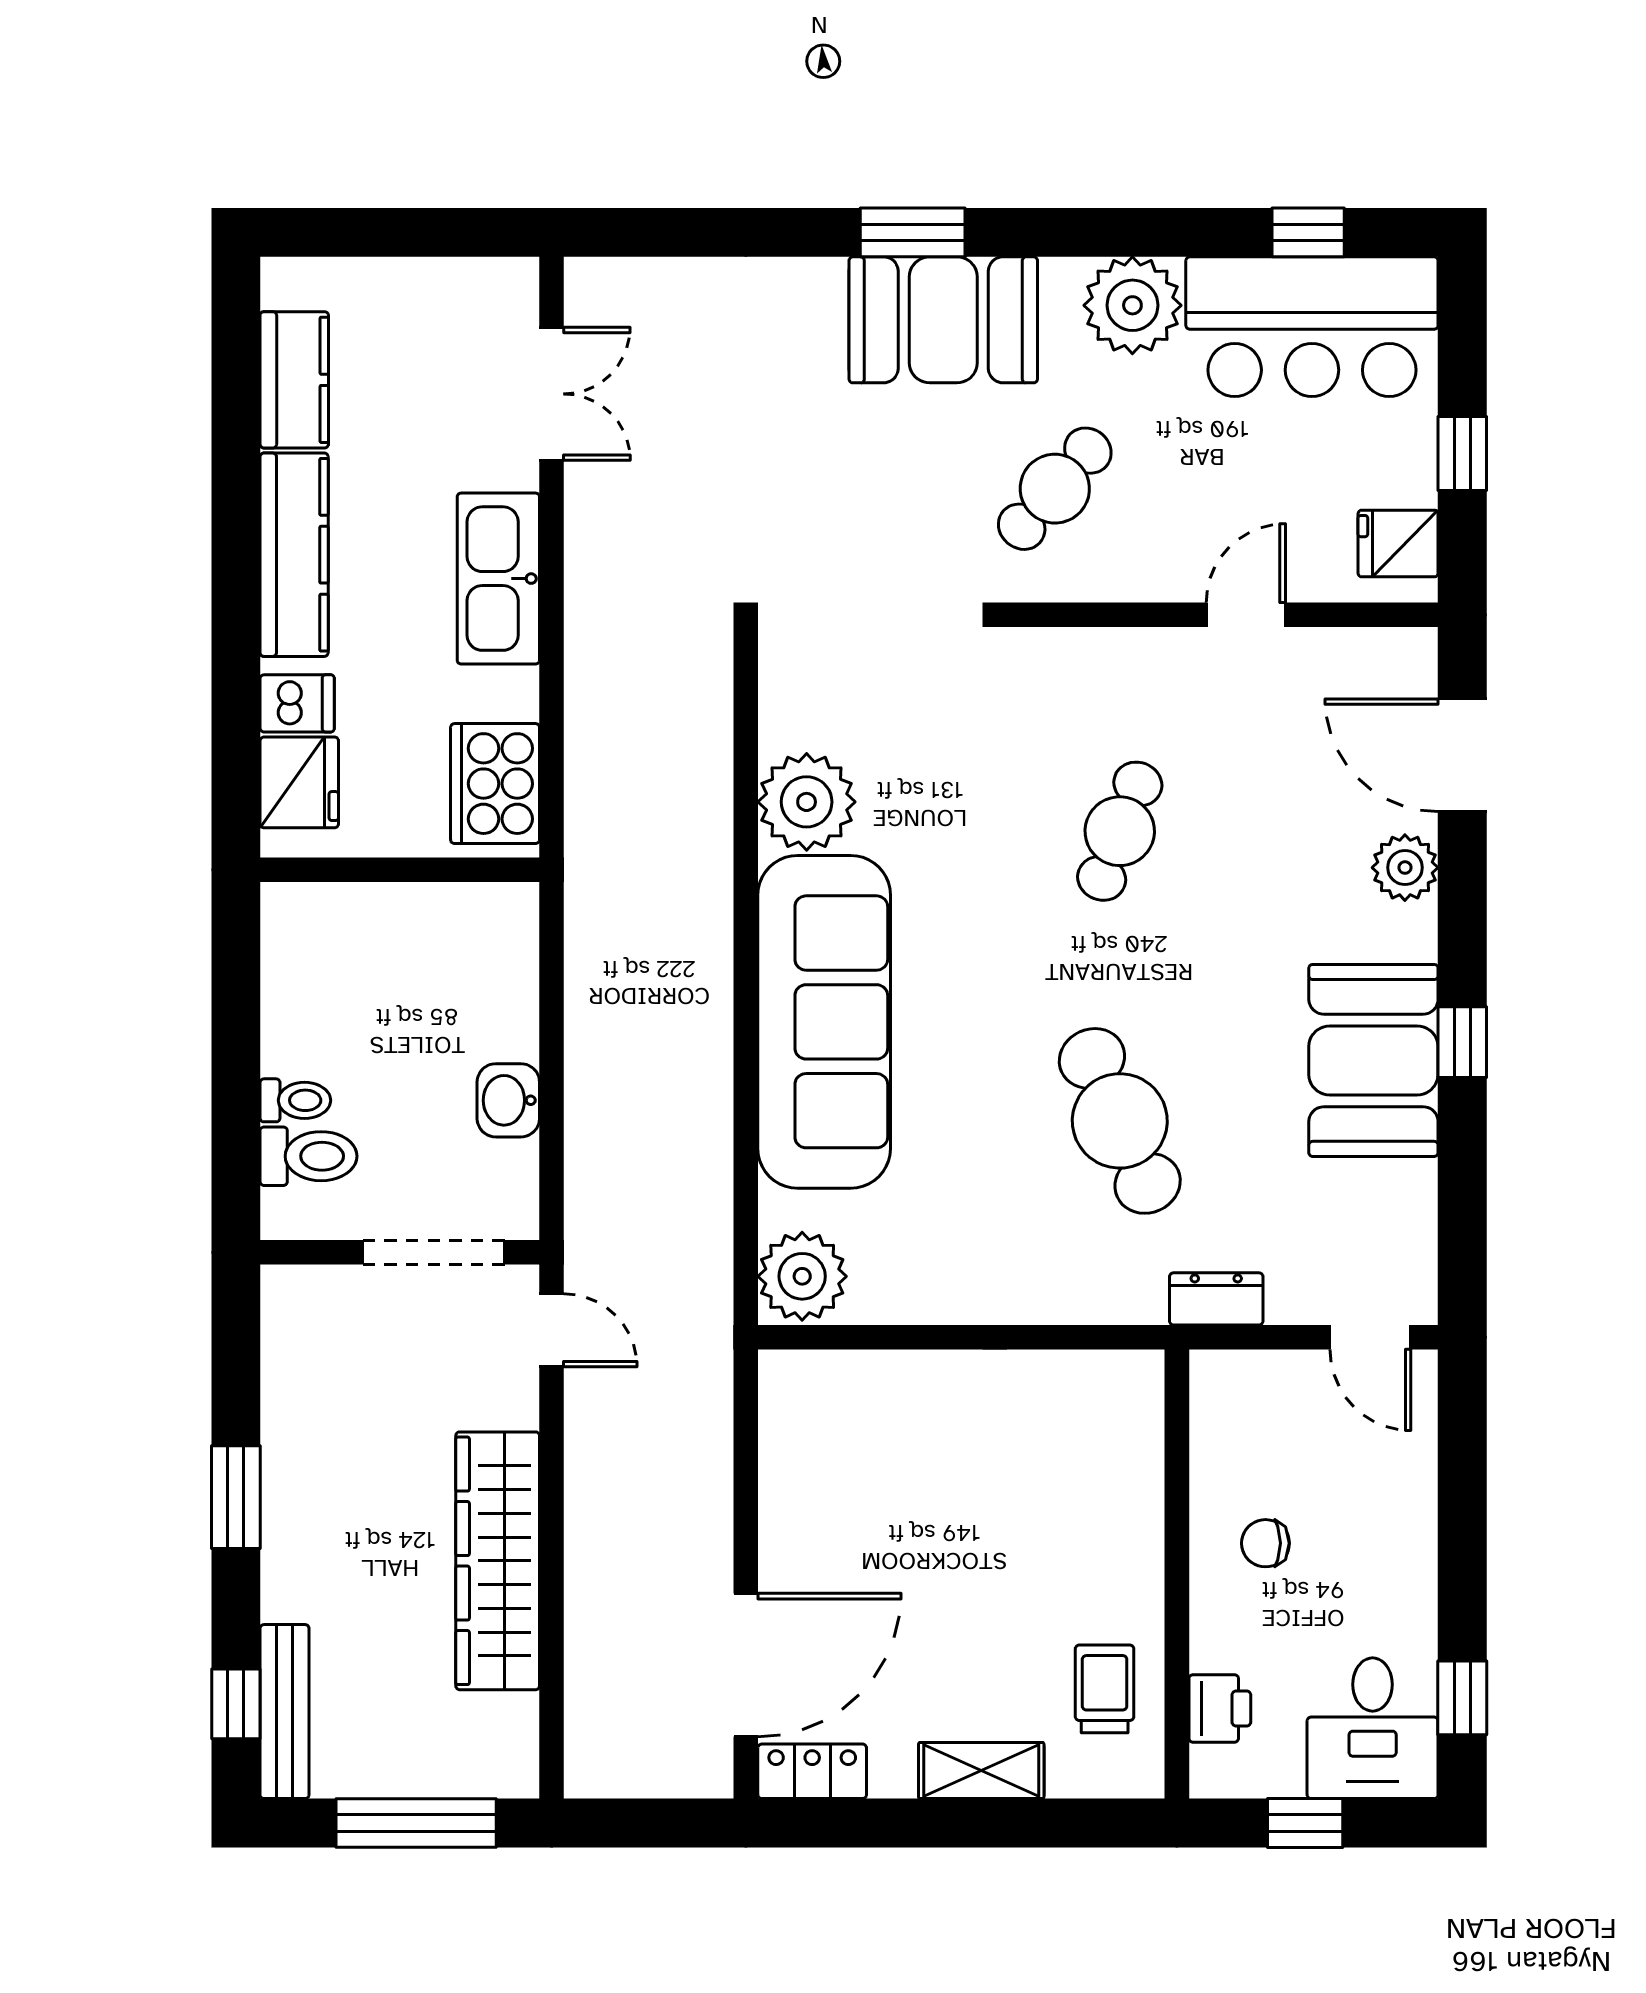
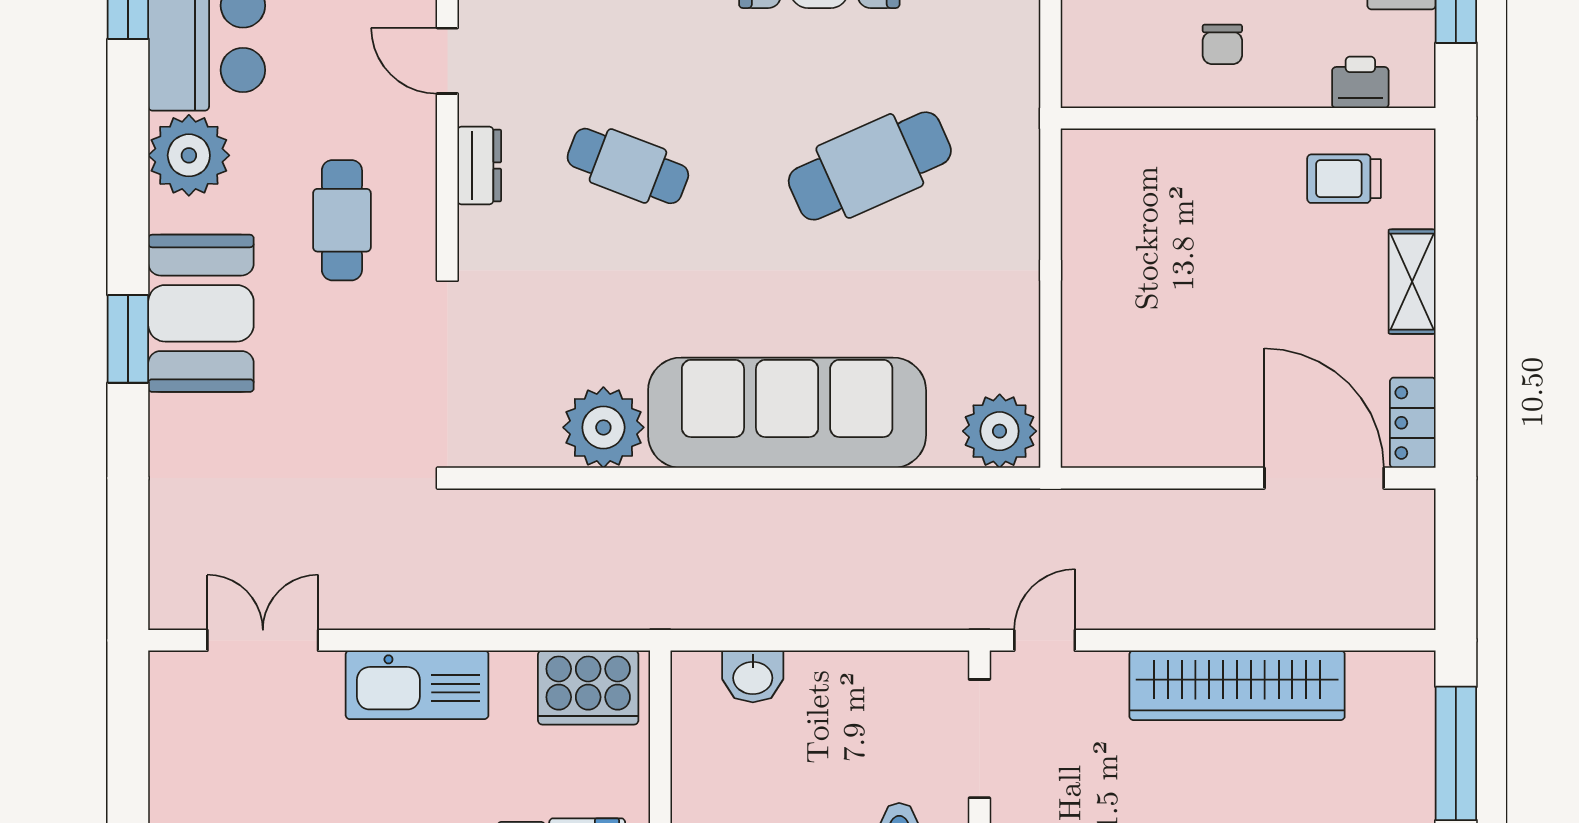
cafe table: (1055, 489) -> (342, 220), turned 49
washbasin: (508, 1100) -> (753, 676), moved
dresser: (1216, 1299) -> (479, 166), moved, turned 180

